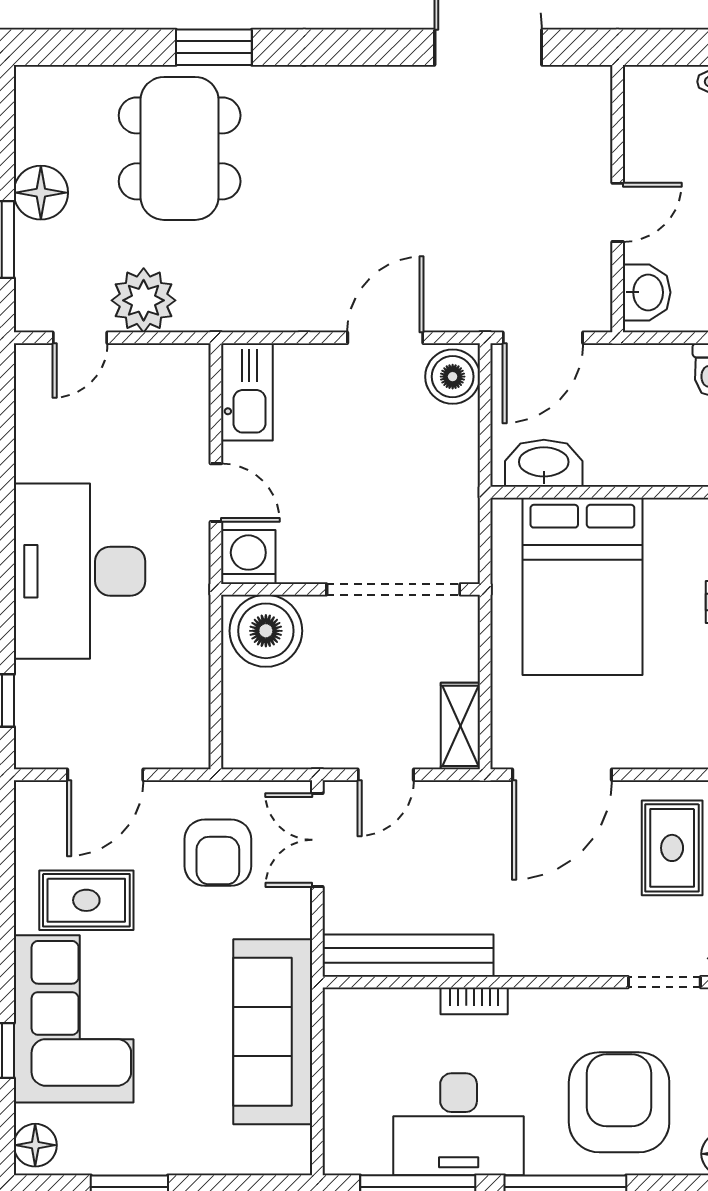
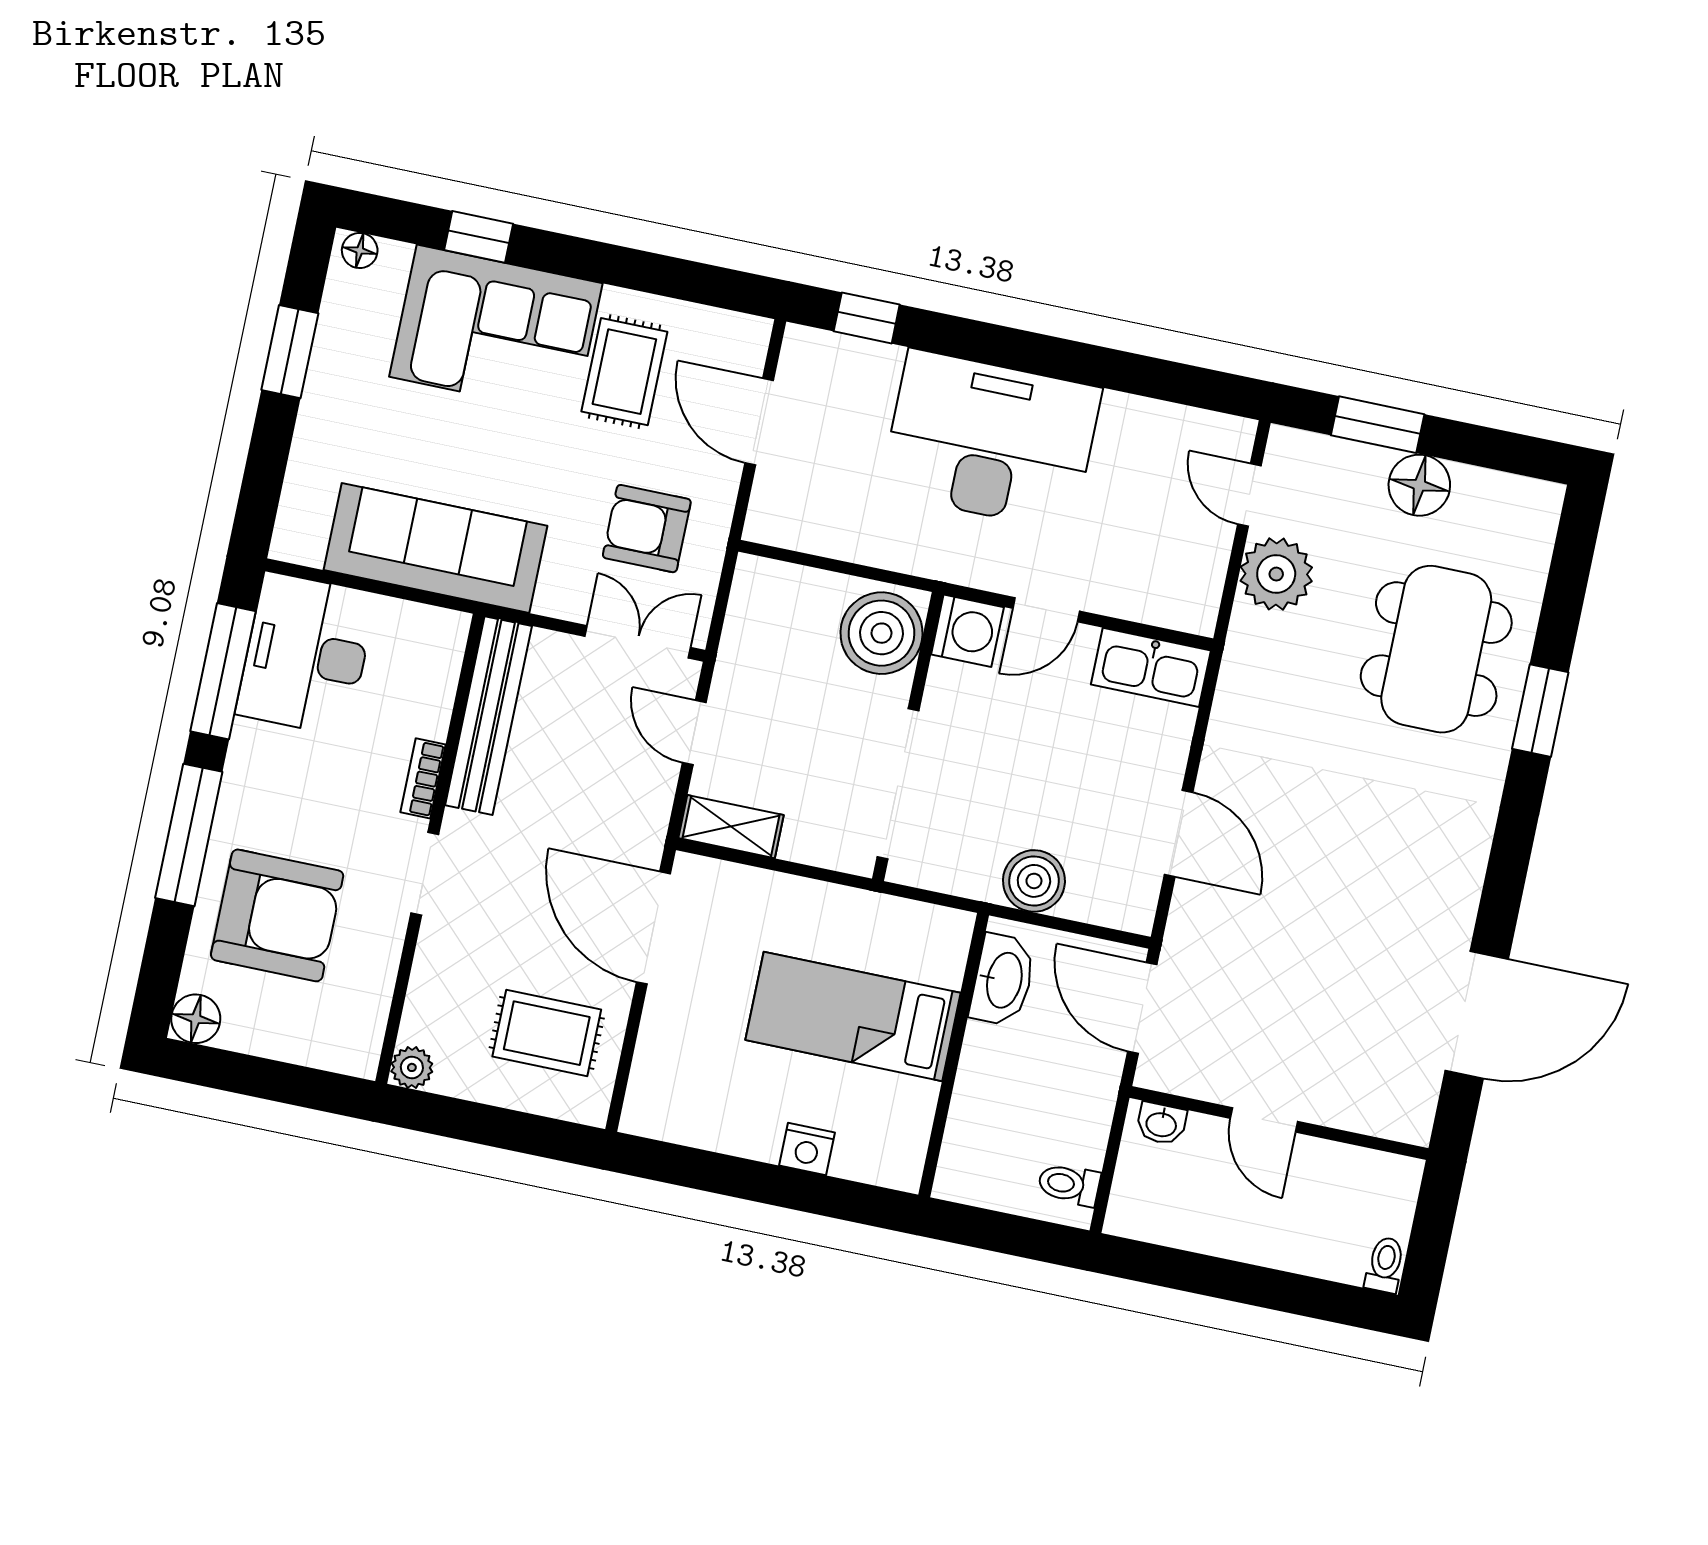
dining table: (180, 148) -> (1436, 649), turned 90
washbasin: (647, 292) -> (1161, 1124), width x0.72, depth x0.69
boiler: (453, 377) -> (1034, 881), moved
bed: (582, 586) -> (853, 1016), width x0.67
doorway: (664, 982) -> (425, 874), moved
desk: (459, 1124) -> (306, 654), moved
floor lamp: (35, 1145) -> (360, 251), width x0.73, depth x0.73

